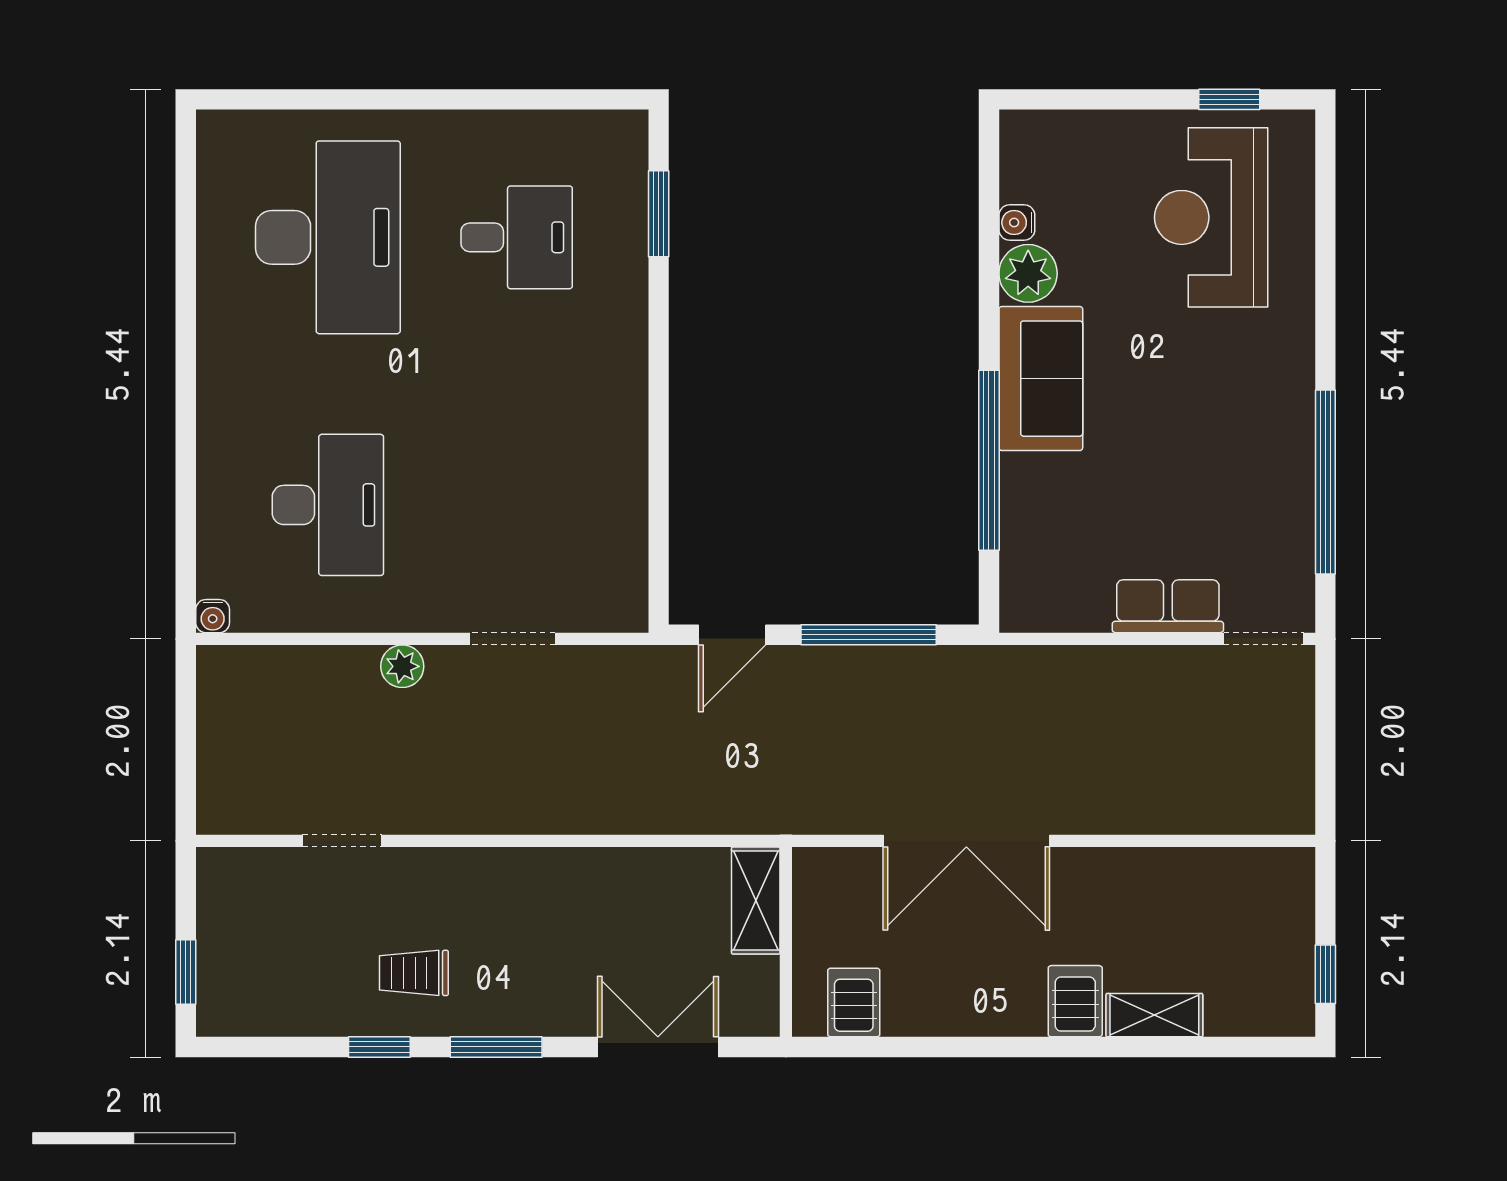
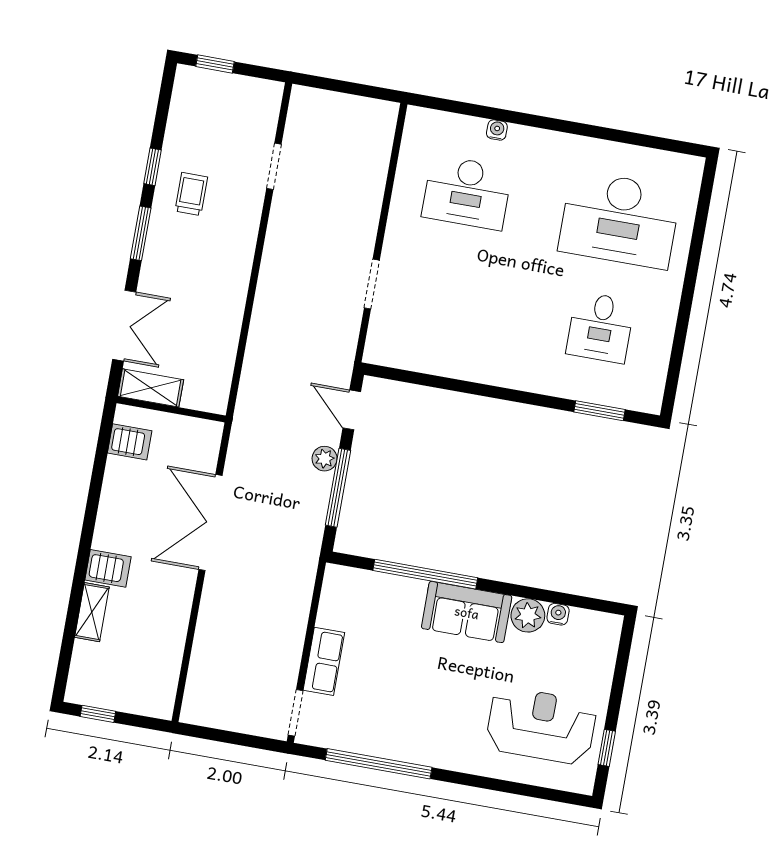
water cooler: (213, 616) -> (497, 130), moved, turned 90
plant: (402, 666) -> (325, 459), moved
shelving: (756, 901) -> (151, 388), moved

